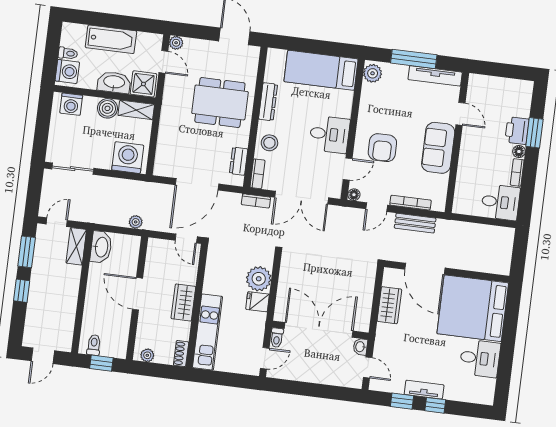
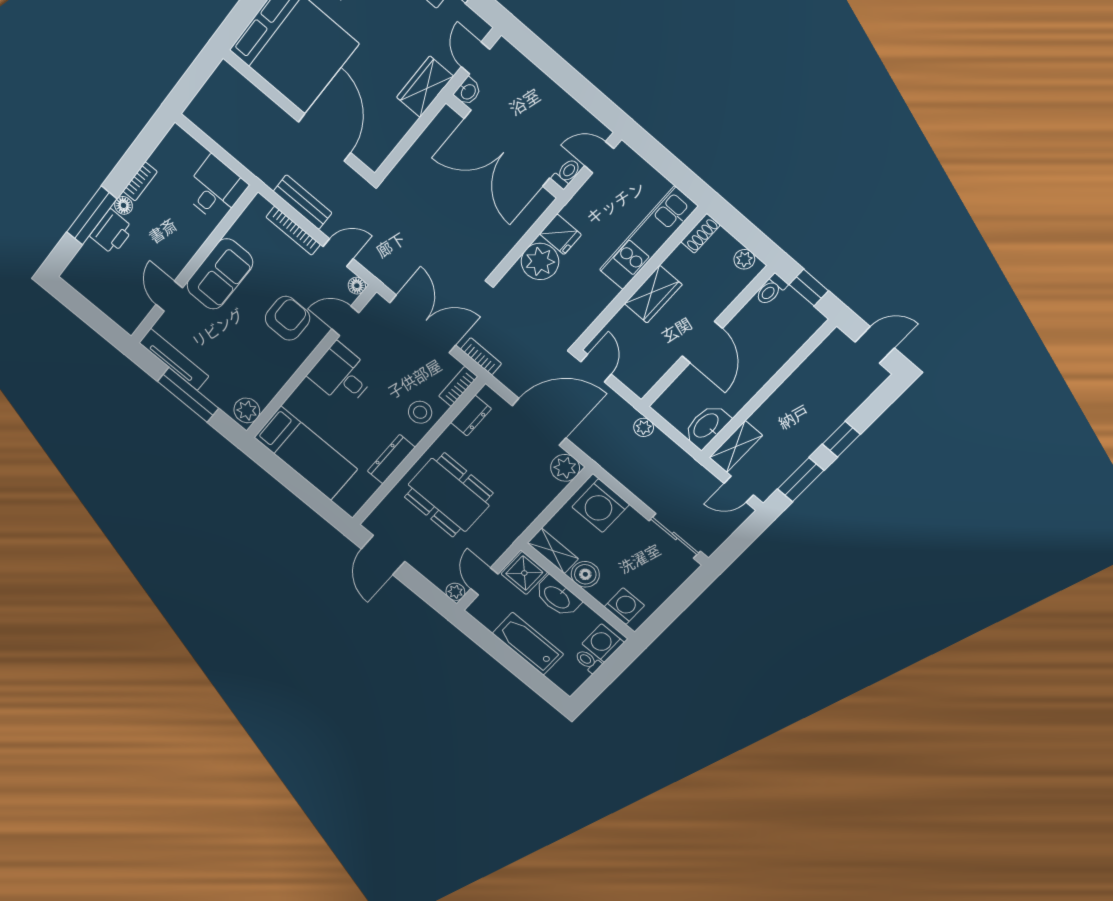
window: (534, 133) -> (92, 215), width x1.44
plant: (164, 167) -> (565, 468), added
desk: (500, 202) -> (215, 189), moved, turned 90
wardrobe: (389, 305) -> (425, 87), moved
toilet: (94, 345) -> (771, 290), moved

